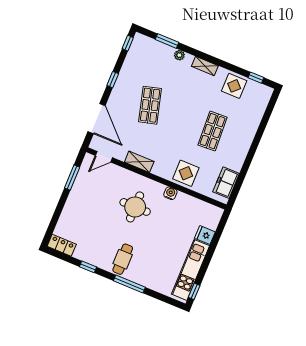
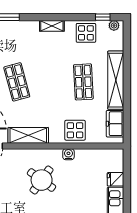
plant: (179, 55) -> (114, 25), moved
shelving: (244, 142) -> (116, 80), added
shelving: (139, 162) -> (28, 135), width x1.50, depth x1.33
round table: (135, 207) -> (42, 180), turned 36

